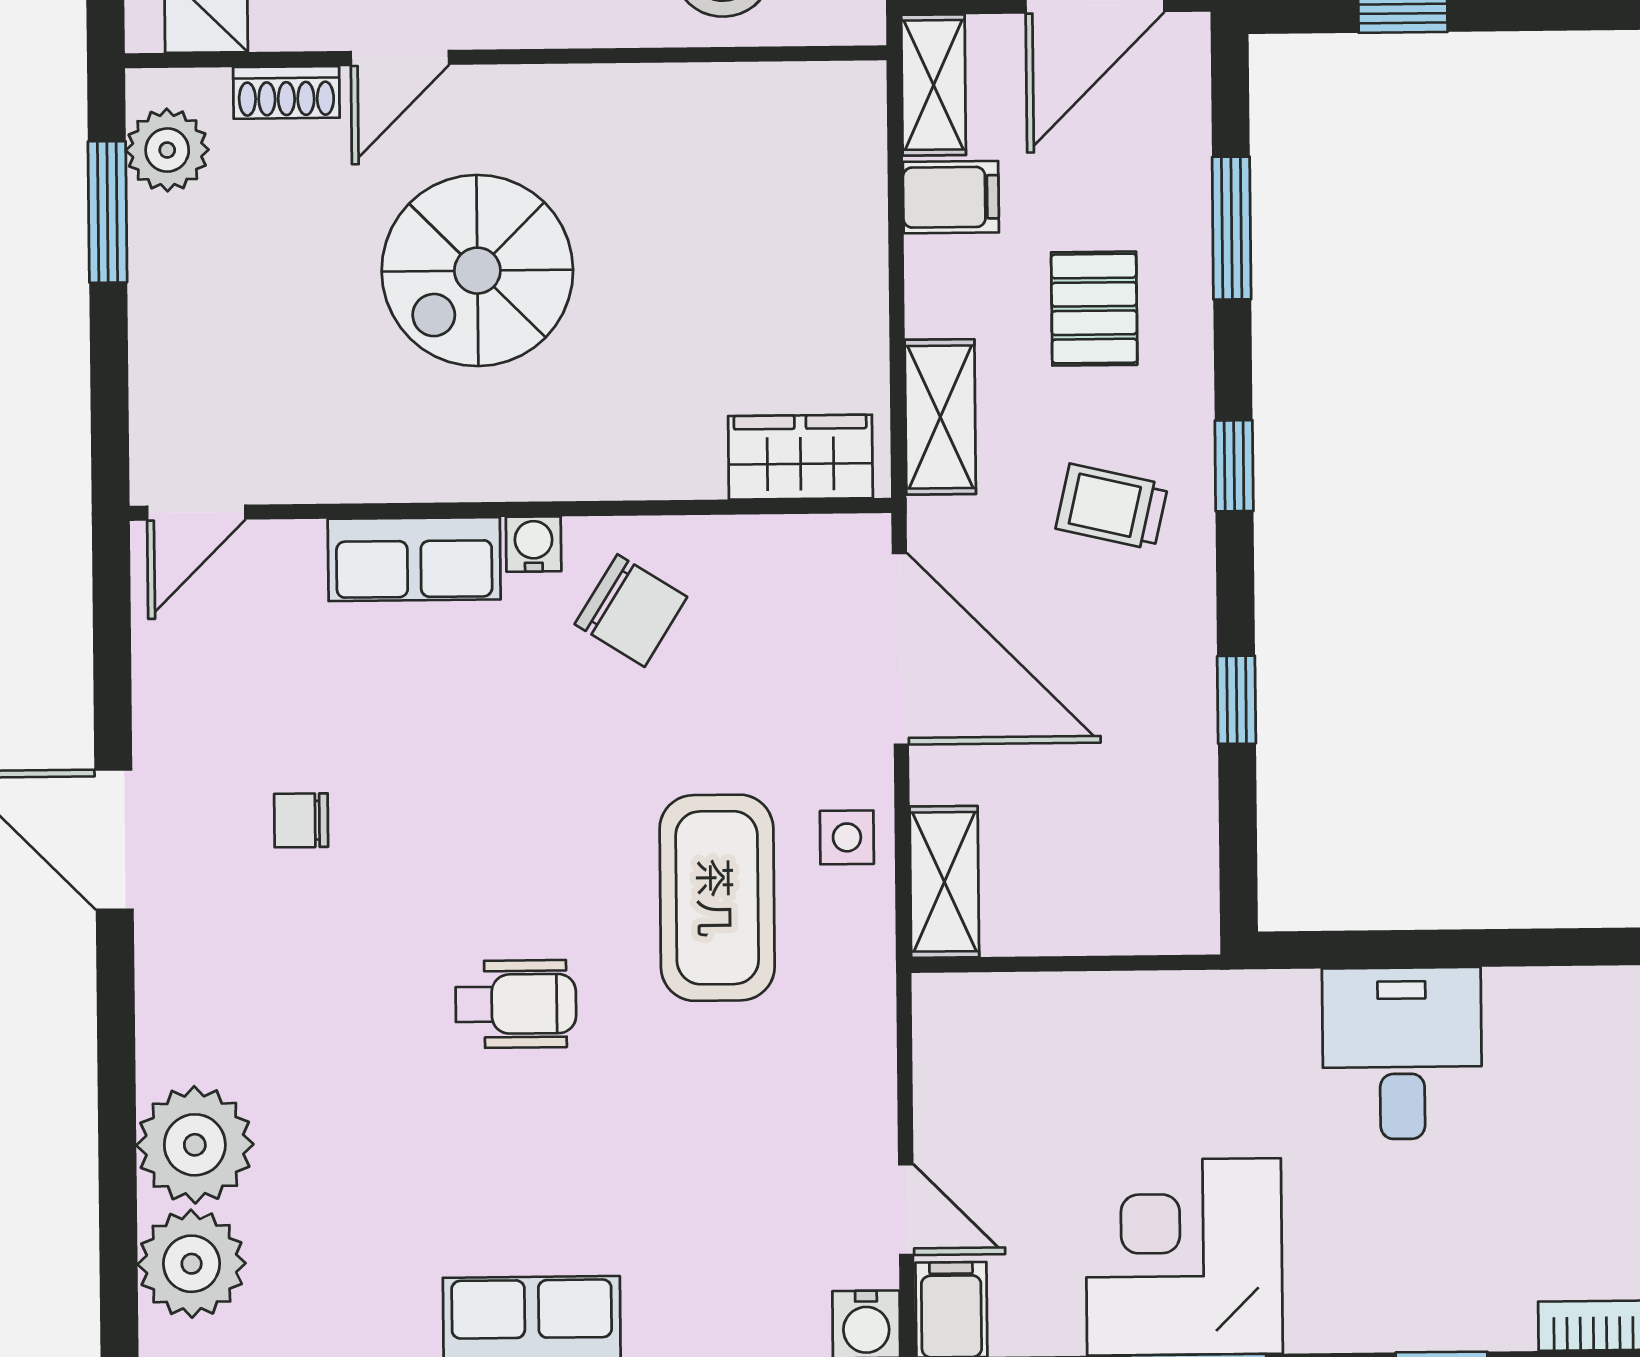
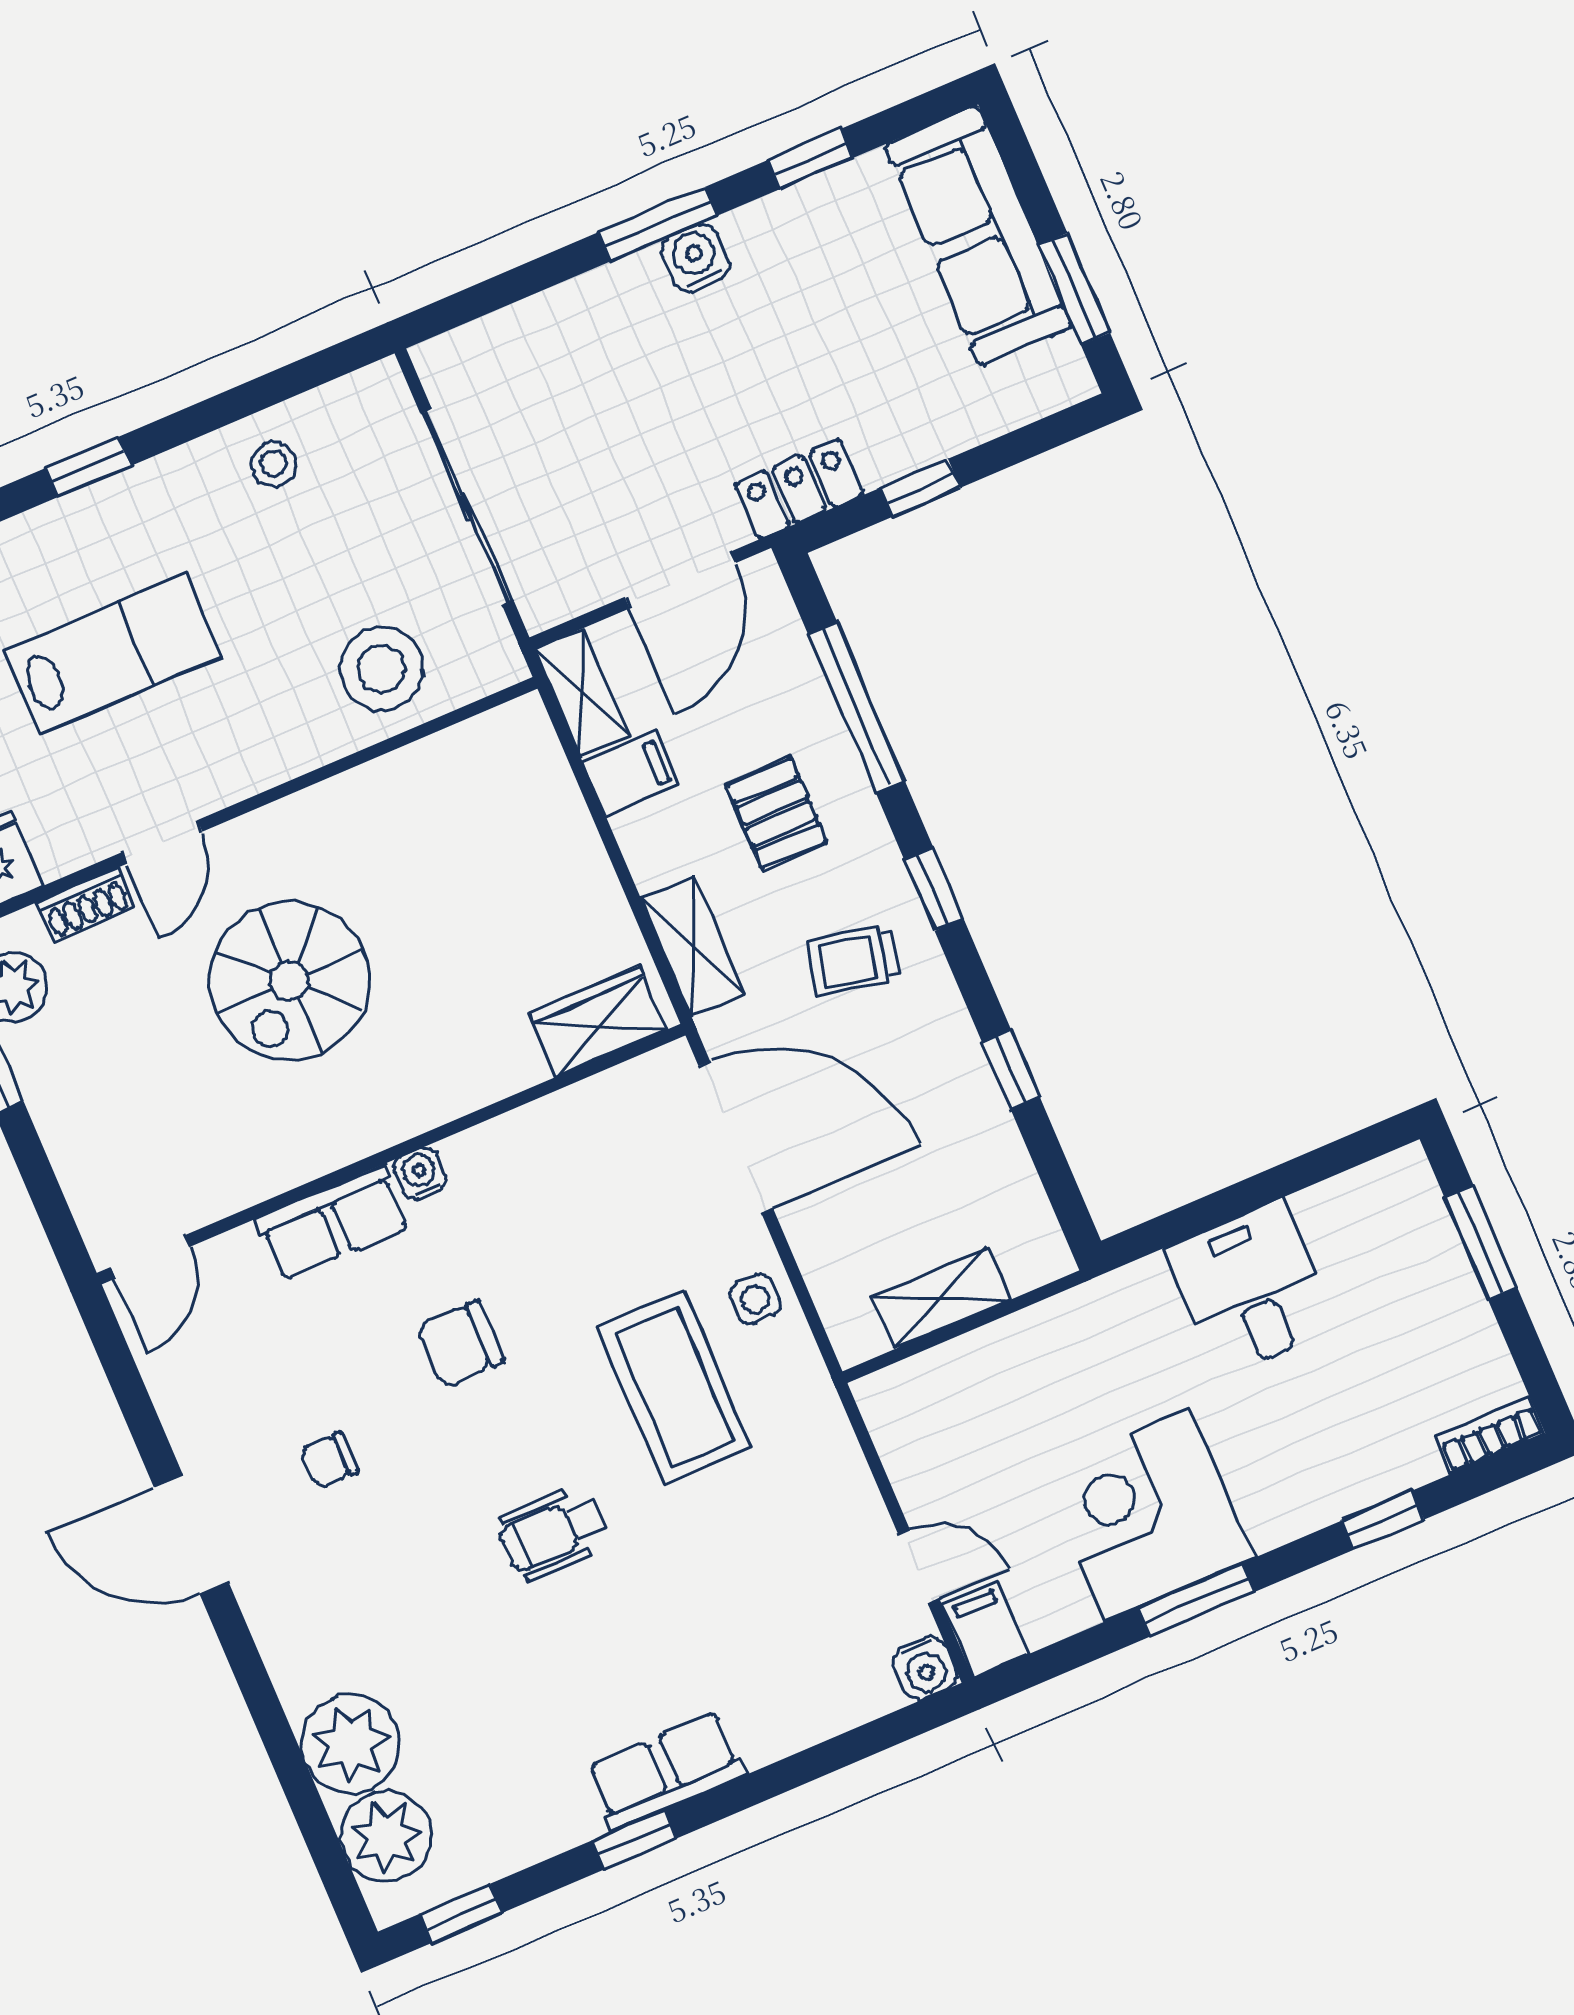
window: (1232, 228) -> (857, 708), width x1.44
chair: (631, 611) -> (461, 1344), moved, turned 148
shelving: (944, 882) -> (941, 1299), moved, turned 90
wheelchair: (516, 1004) -> (553, 1533), turned 180

